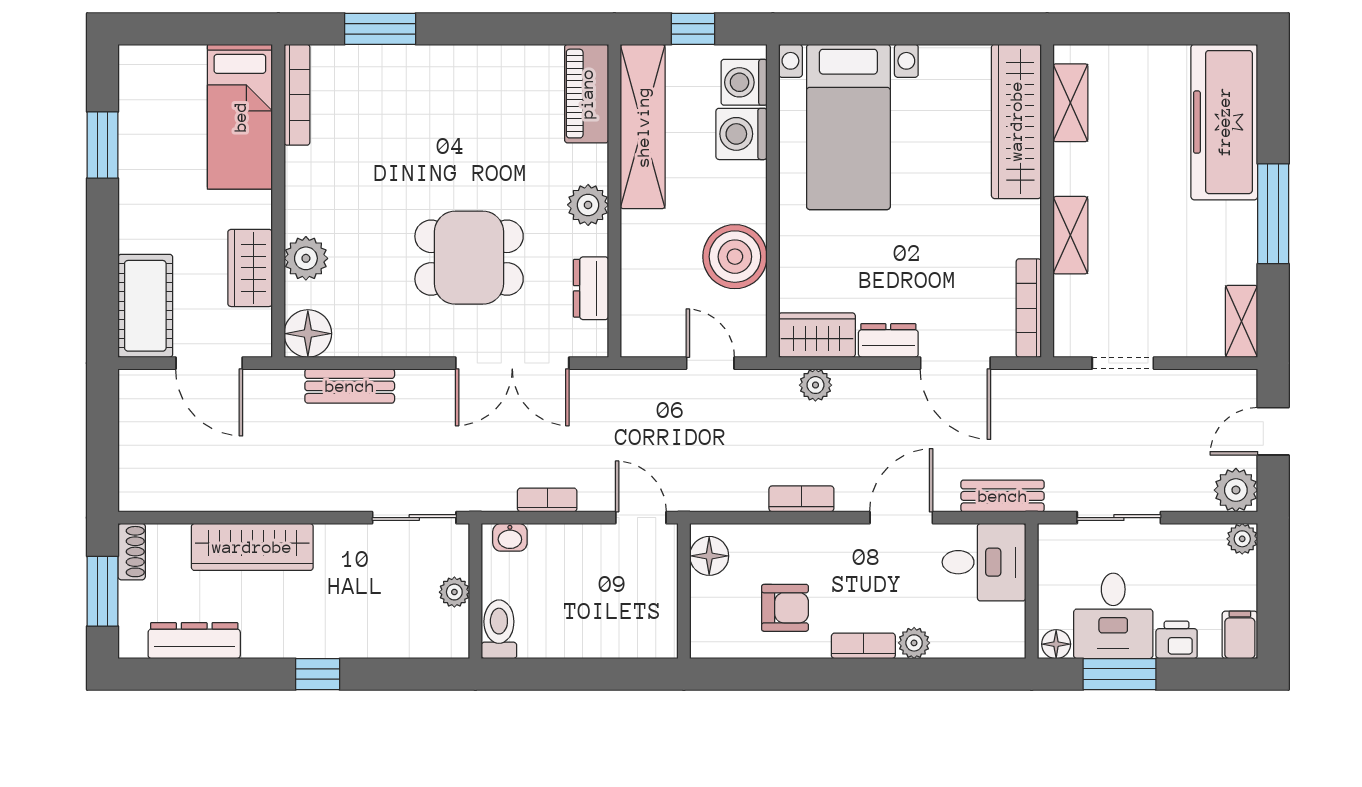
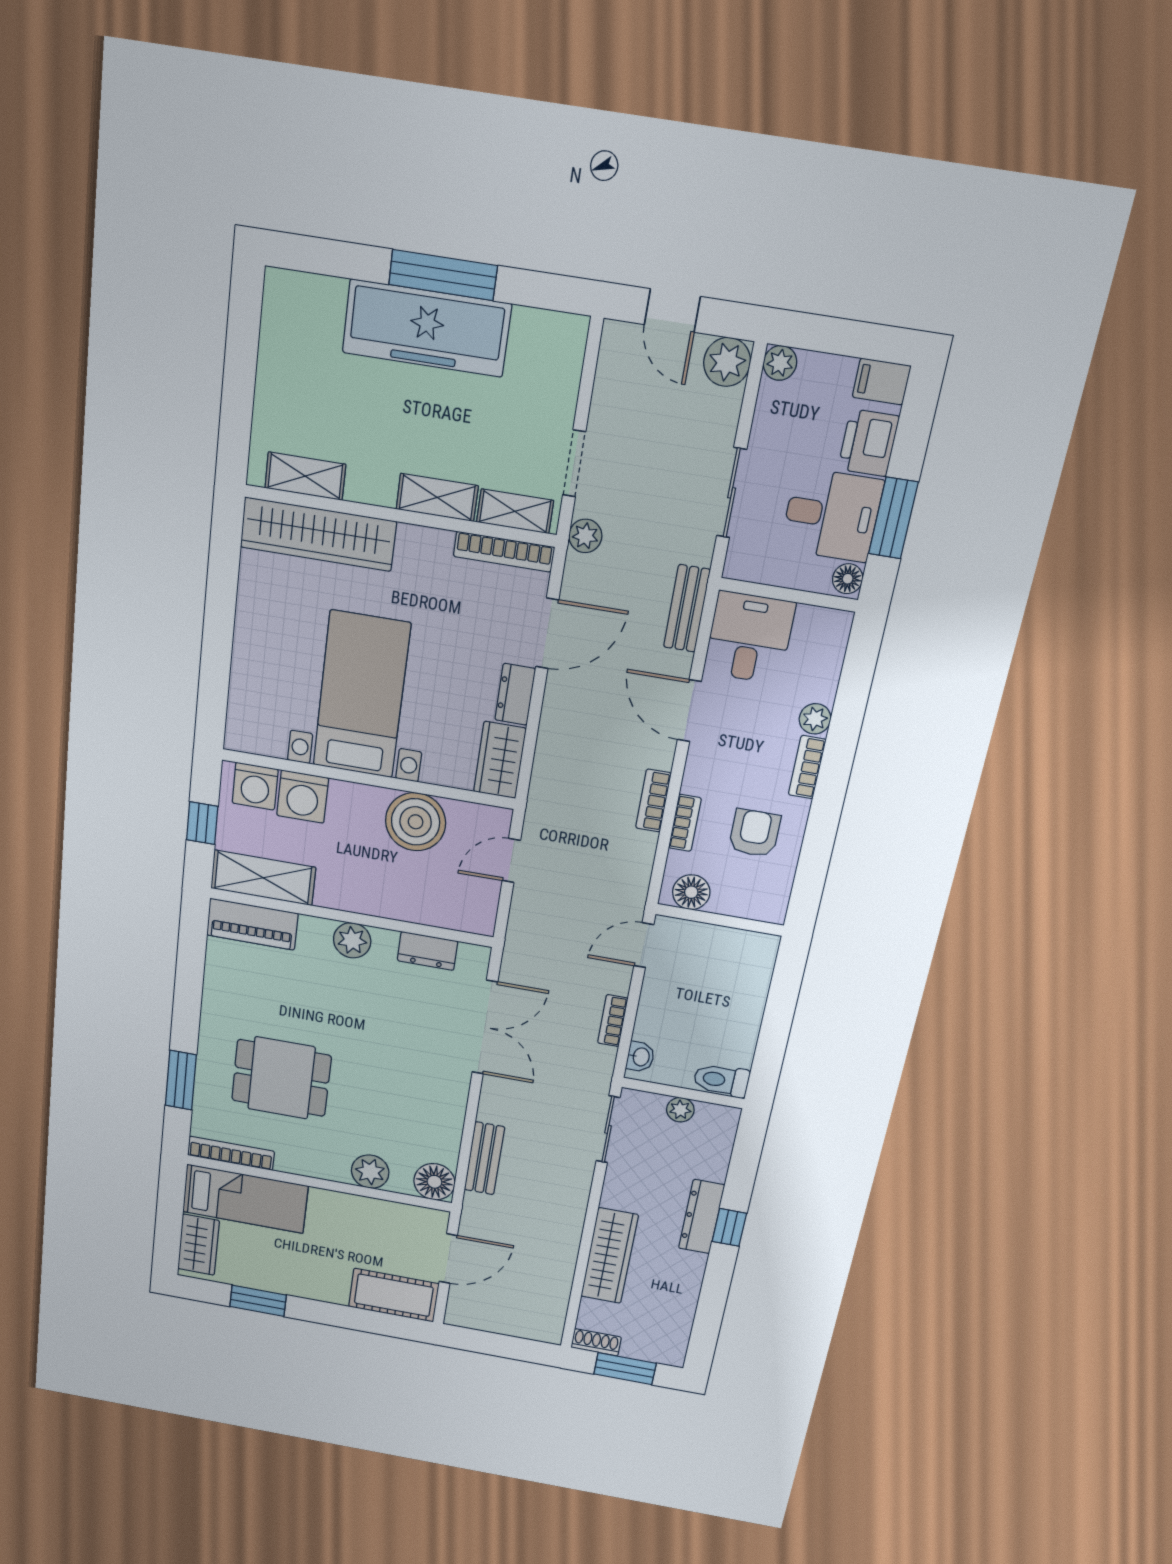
freezer: (1224, 122) -> (427, 328), moved
shelving: (643, 127) -> (263, 878), width x0.68
bed with nightstands: (848, 127) -> (361, 695), moved, turned -90
dining table: (469, 258) -> (281, 1078), moved, turned 90
wardrobe: (250, 268) -> (199, 1245), moved, turned -90
shelving: (1241, 321) -> (515, 511), moved
plant: (815, 385) -> (585, 536), moved
bookcase: (783, 535) -> (685, 823), added
printer: (1177, 640) -> (868, 443), width x1.36, depth x1.24
dresser: (194, 641) -> (701, 1217), moved

